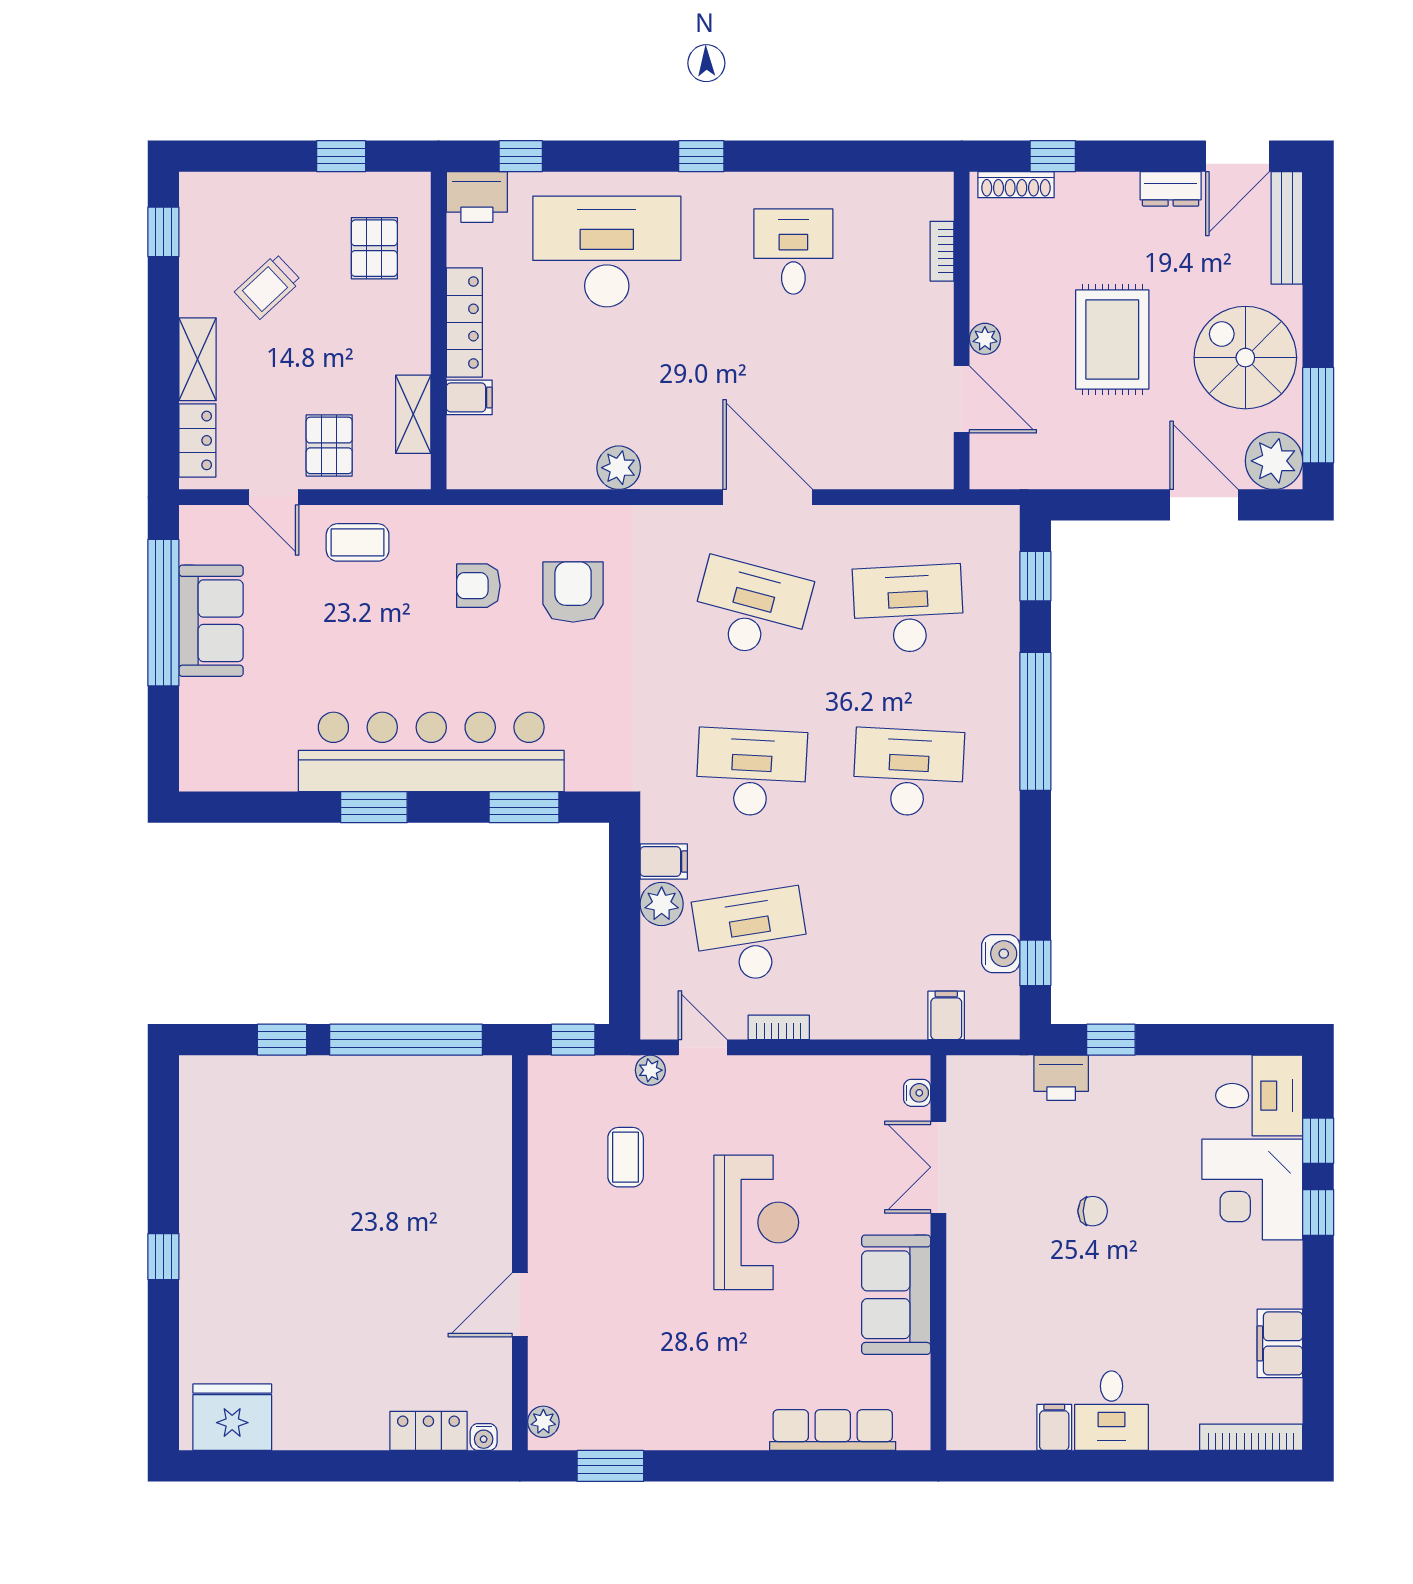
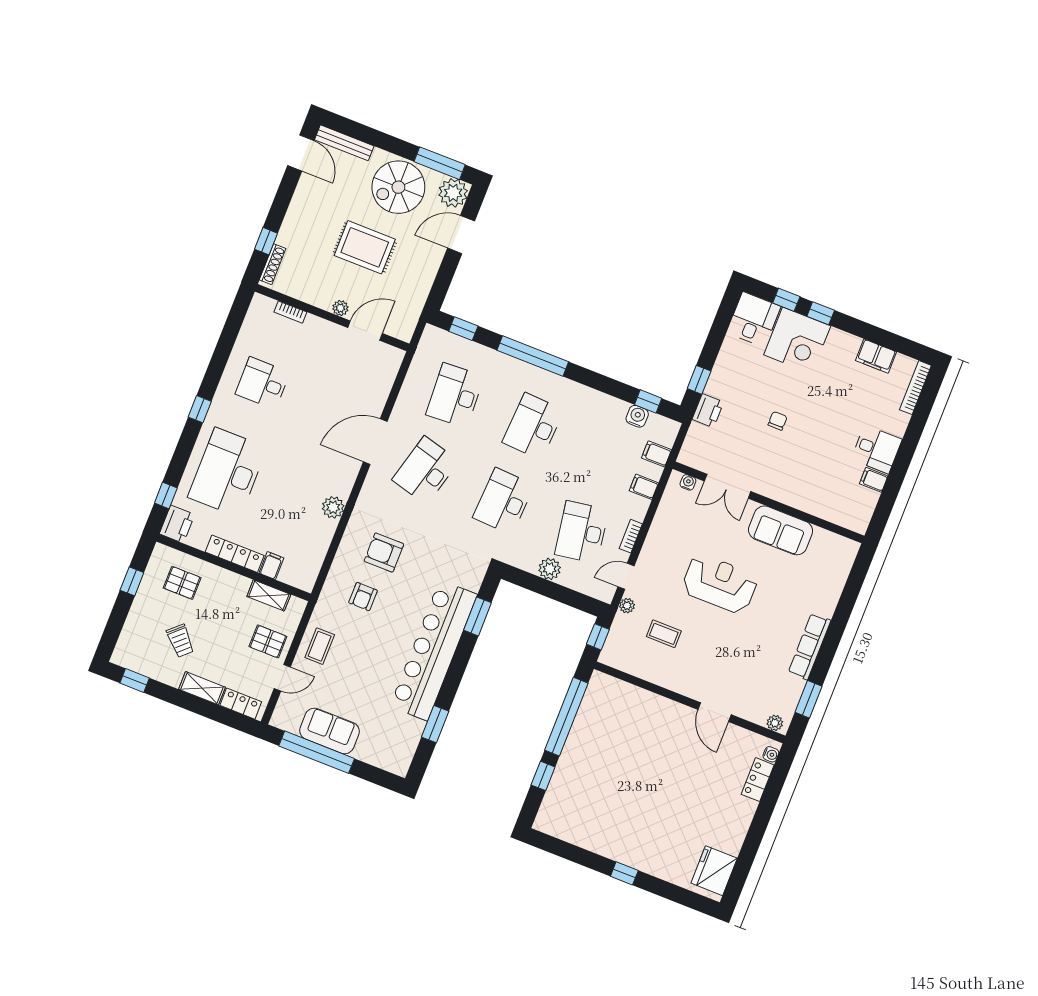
dresser: (1171, 189) -> (304, 191), removed
window: (374, 807) -> (435, 724), moved
filing cabinet: (664, 862) -> (644, 487), moved, turned -90
row of seats: (833, 1430) -> (810, 646), moved

